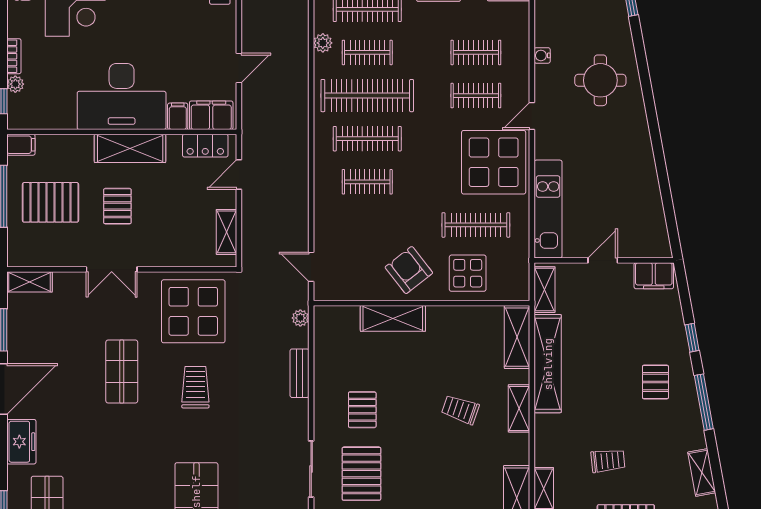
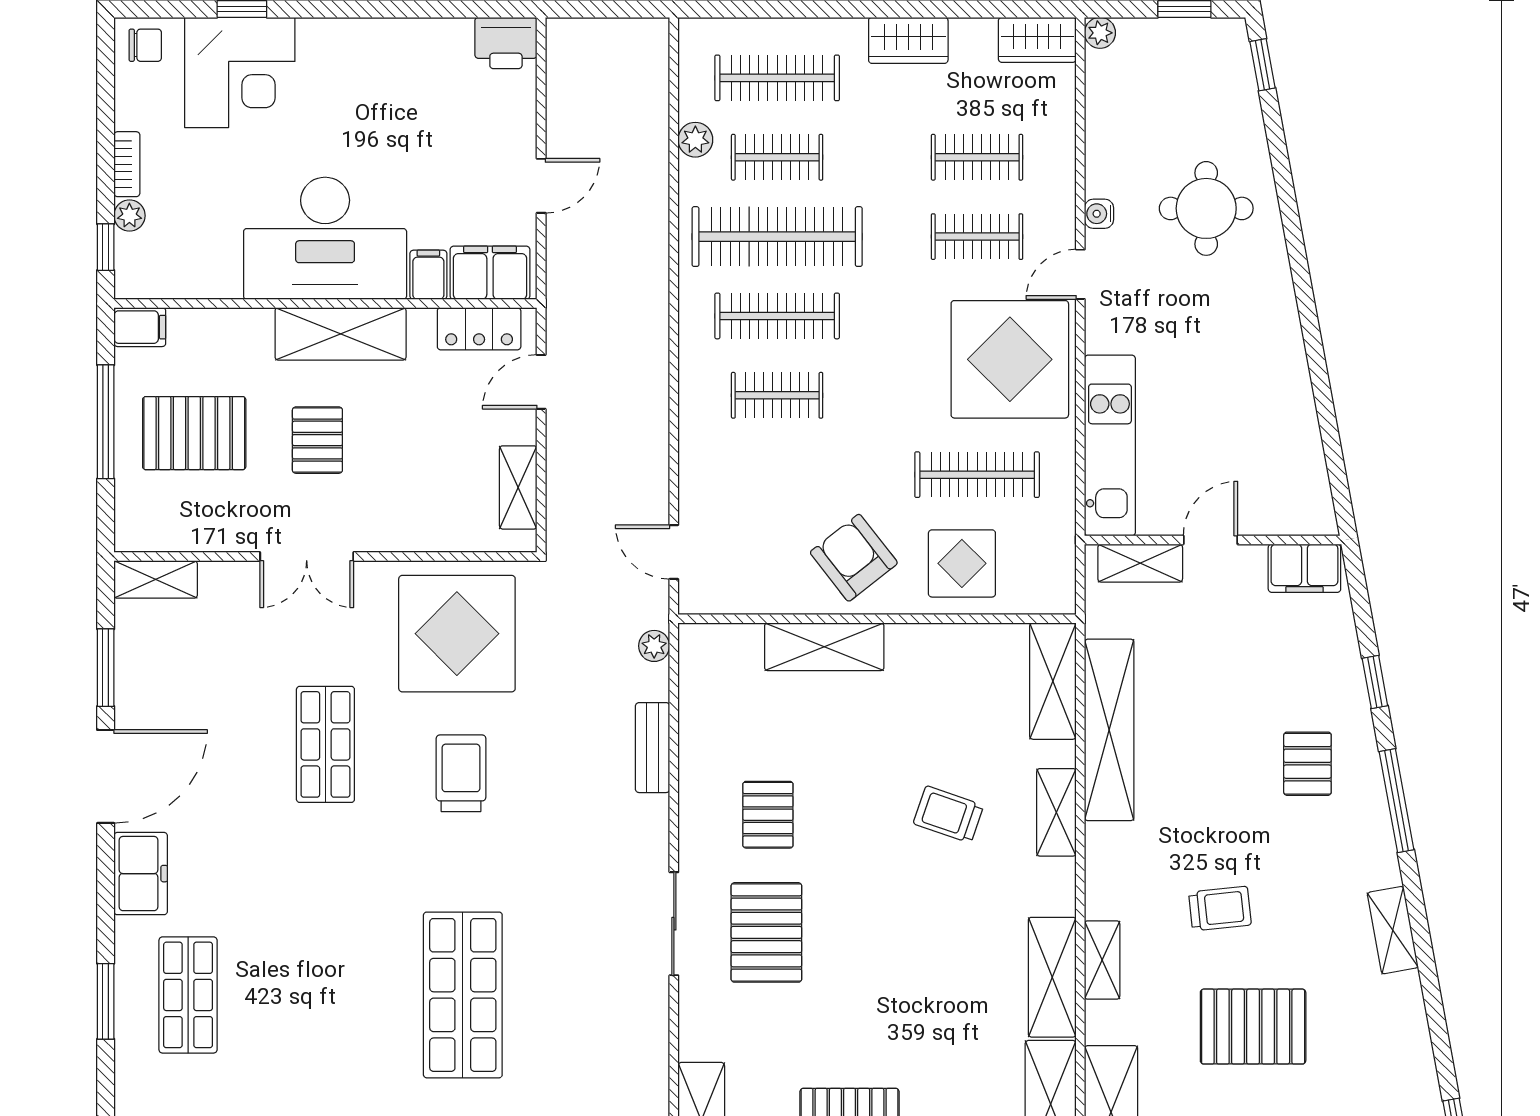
water cooler: (542, 55) -> (1099, 214), moved
shelving: (545, 290) -> (1140, 563), moved, turned 90

